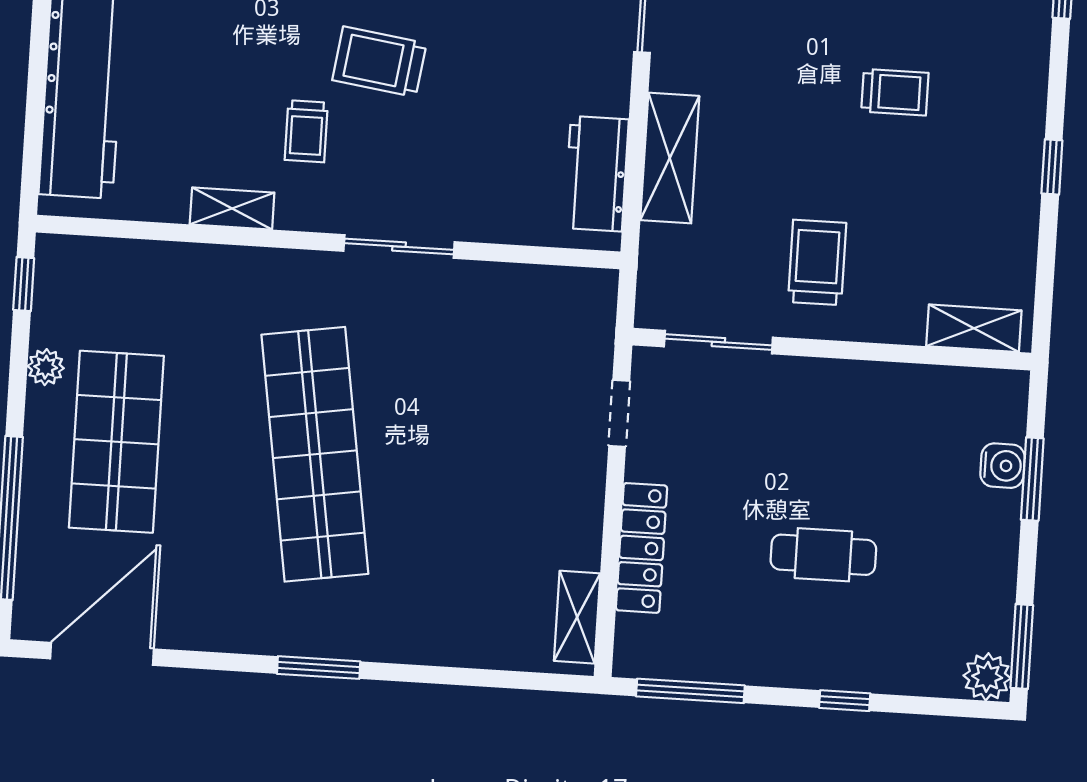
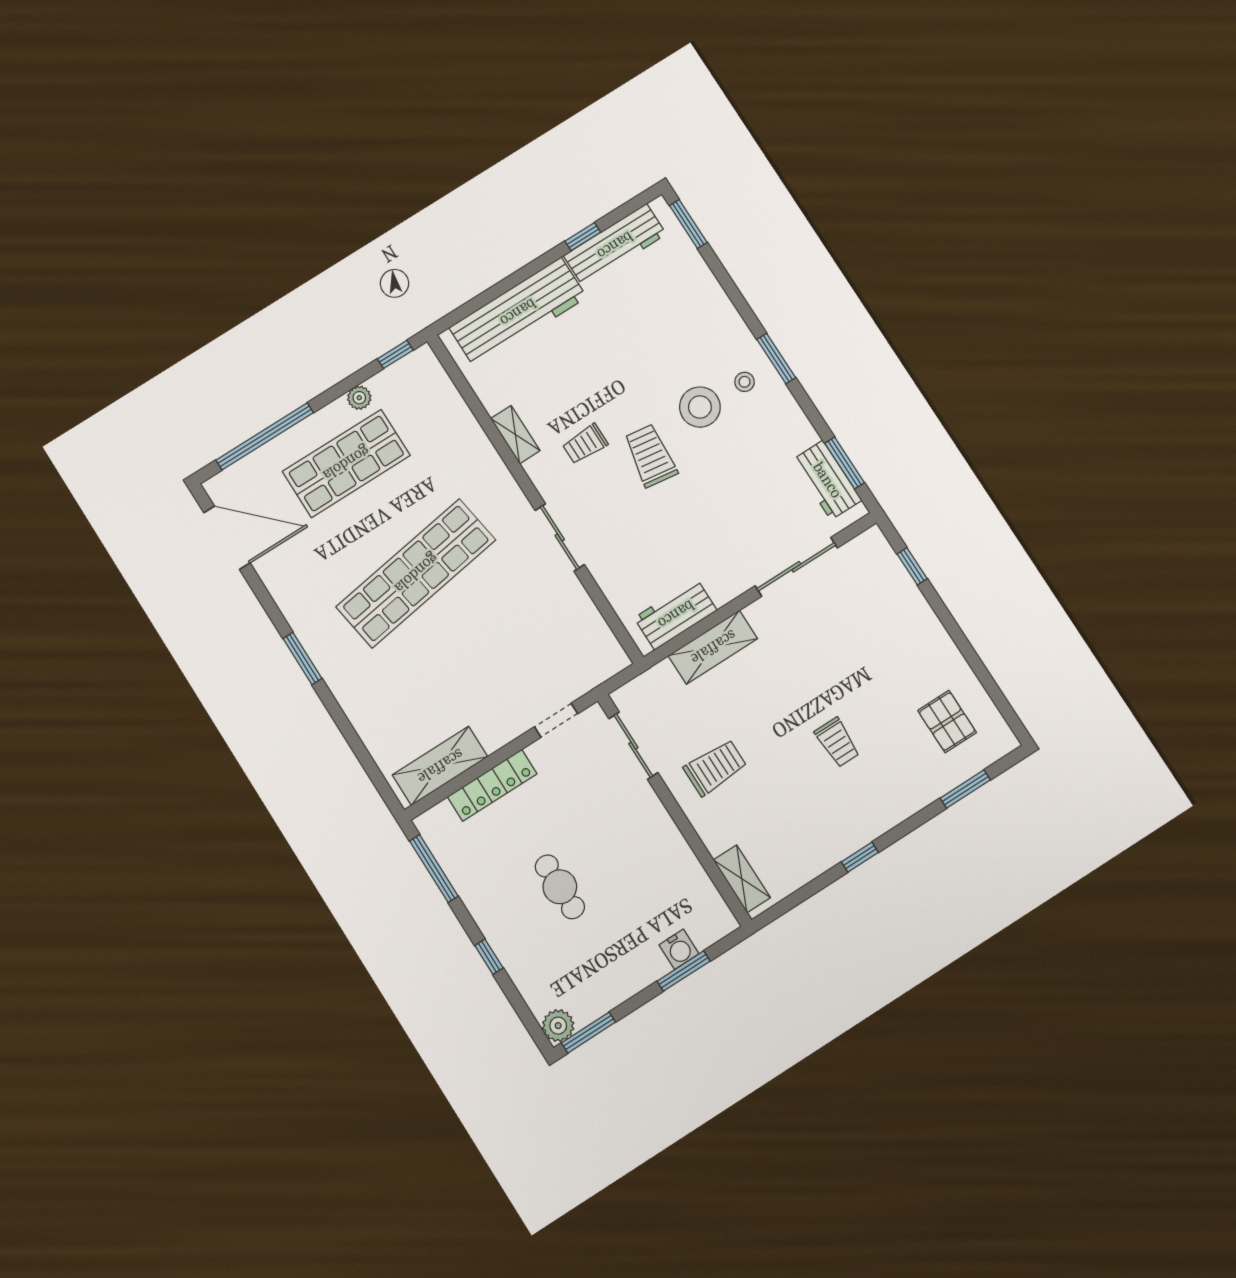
shelving: (577, 617) -> (440, 766), width x1.50, depth x1.33

